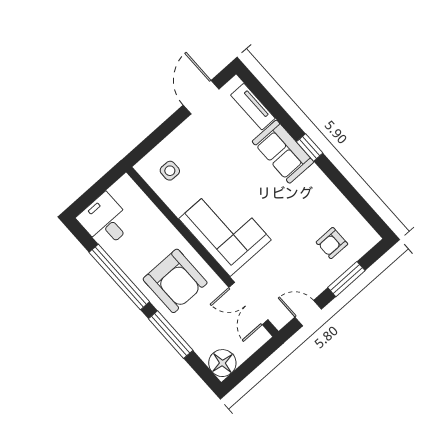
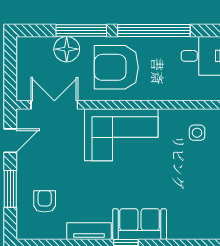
tv unit: (253, 107) -> (89, 231), moved
floor lamp: (222, 363) -> (67, 49), moved

